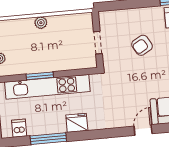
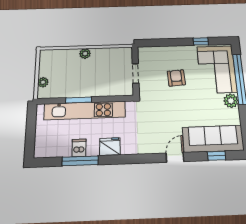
armchair: (142, 45) -> (176, 78), turned 116
dishwasher: (19, 128) -> (79, 148), moved

